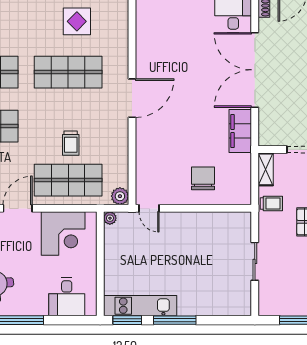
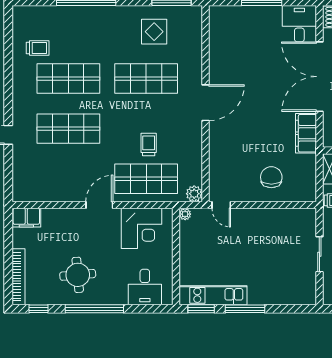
trolley: (71, 143) -> (149, 144), turned 180

